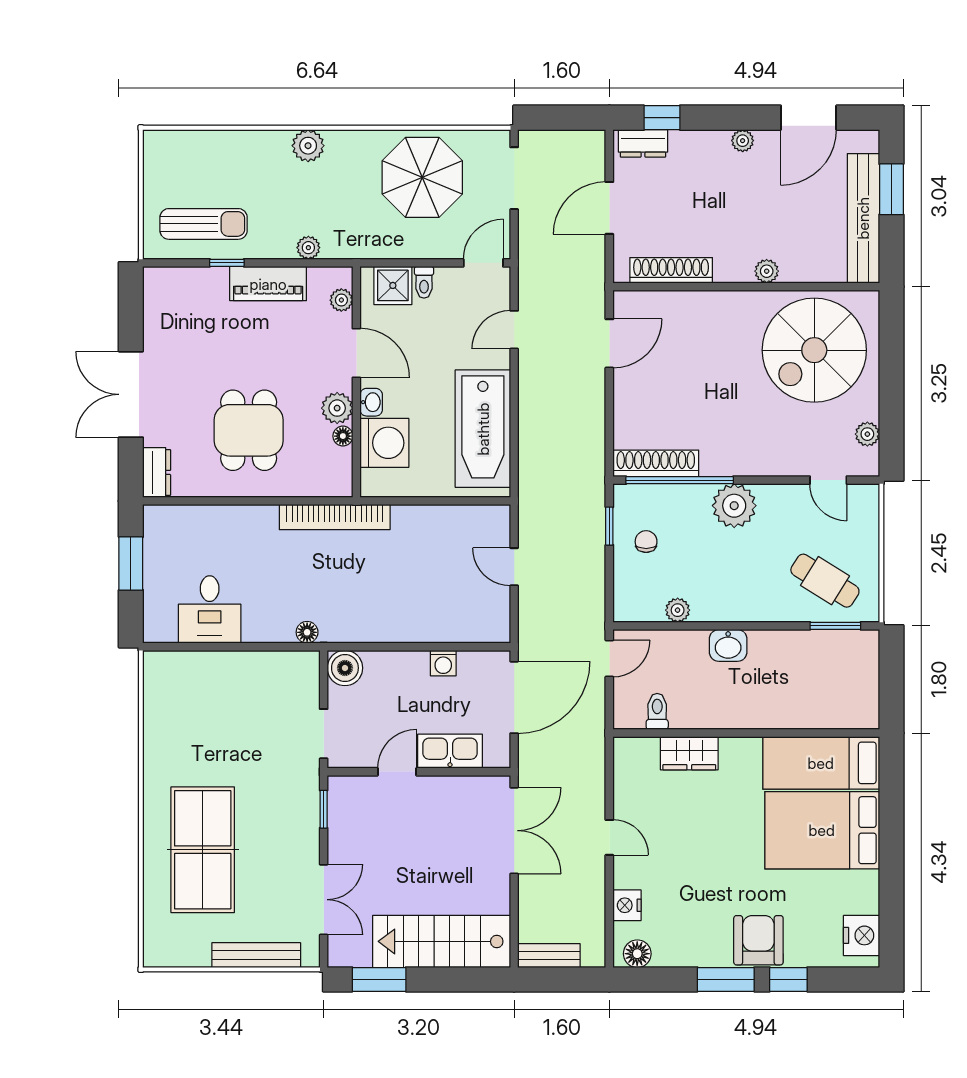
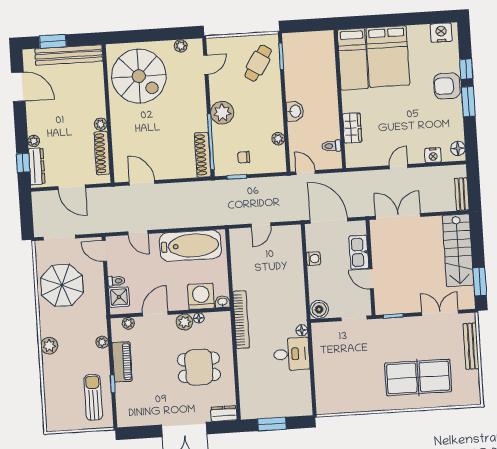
plant: (743, 141) -> (34, 141), moved
dresser: (643, 143) -> (37, 166), width x1.44
plant: (767, 271) -> (101, 124), moved
washbasin: (371, 402) -> (222, 302), moved
desk: (210, 609) -> (291, 354), moved

